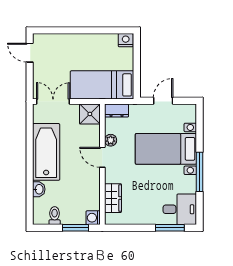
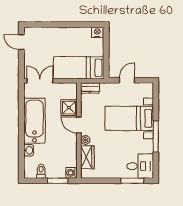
shower: (90, 114) -> (69, 108), moved
plant: (111, 140) -> (85, 140), moved

